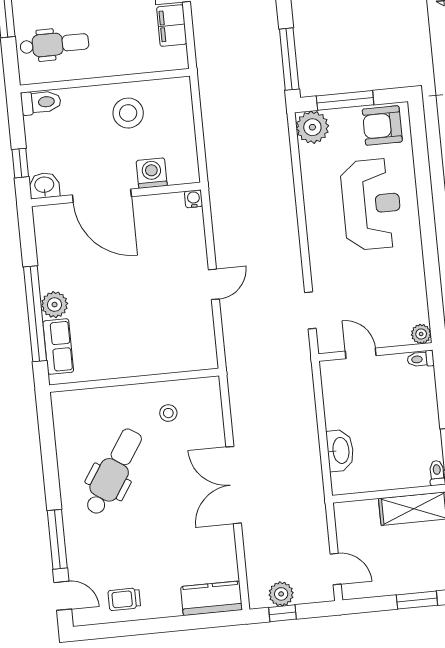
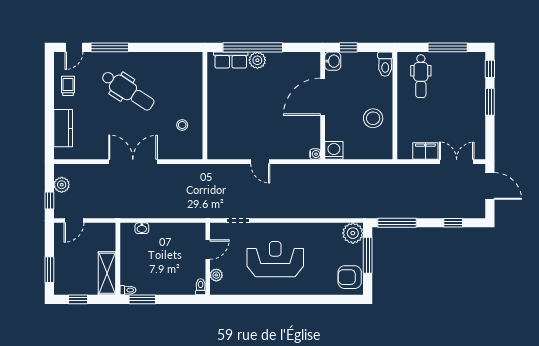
armchair: (382, 125) -> (350, 277), turned -90
washing machine: (152, 173) -> (334, 150), moved, turned -90
reception desk: (371, 204) -> (275, 259), moved, turned 180
plant: (421, 334) -> (216, 275), moved
washbasin: (340, 451) -> (142, 228), width x0.52, depth x0.69
dental chair: (113, 472) -> (128, 91), moved
kitchen counter: (211, 598) -> (63, 128), moved
window: (283, 613) -> (49, 201), moved

